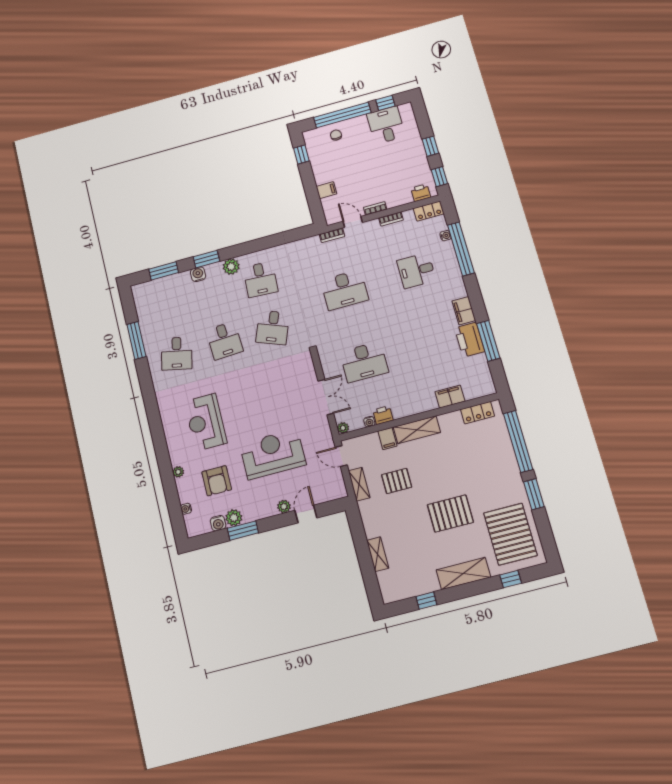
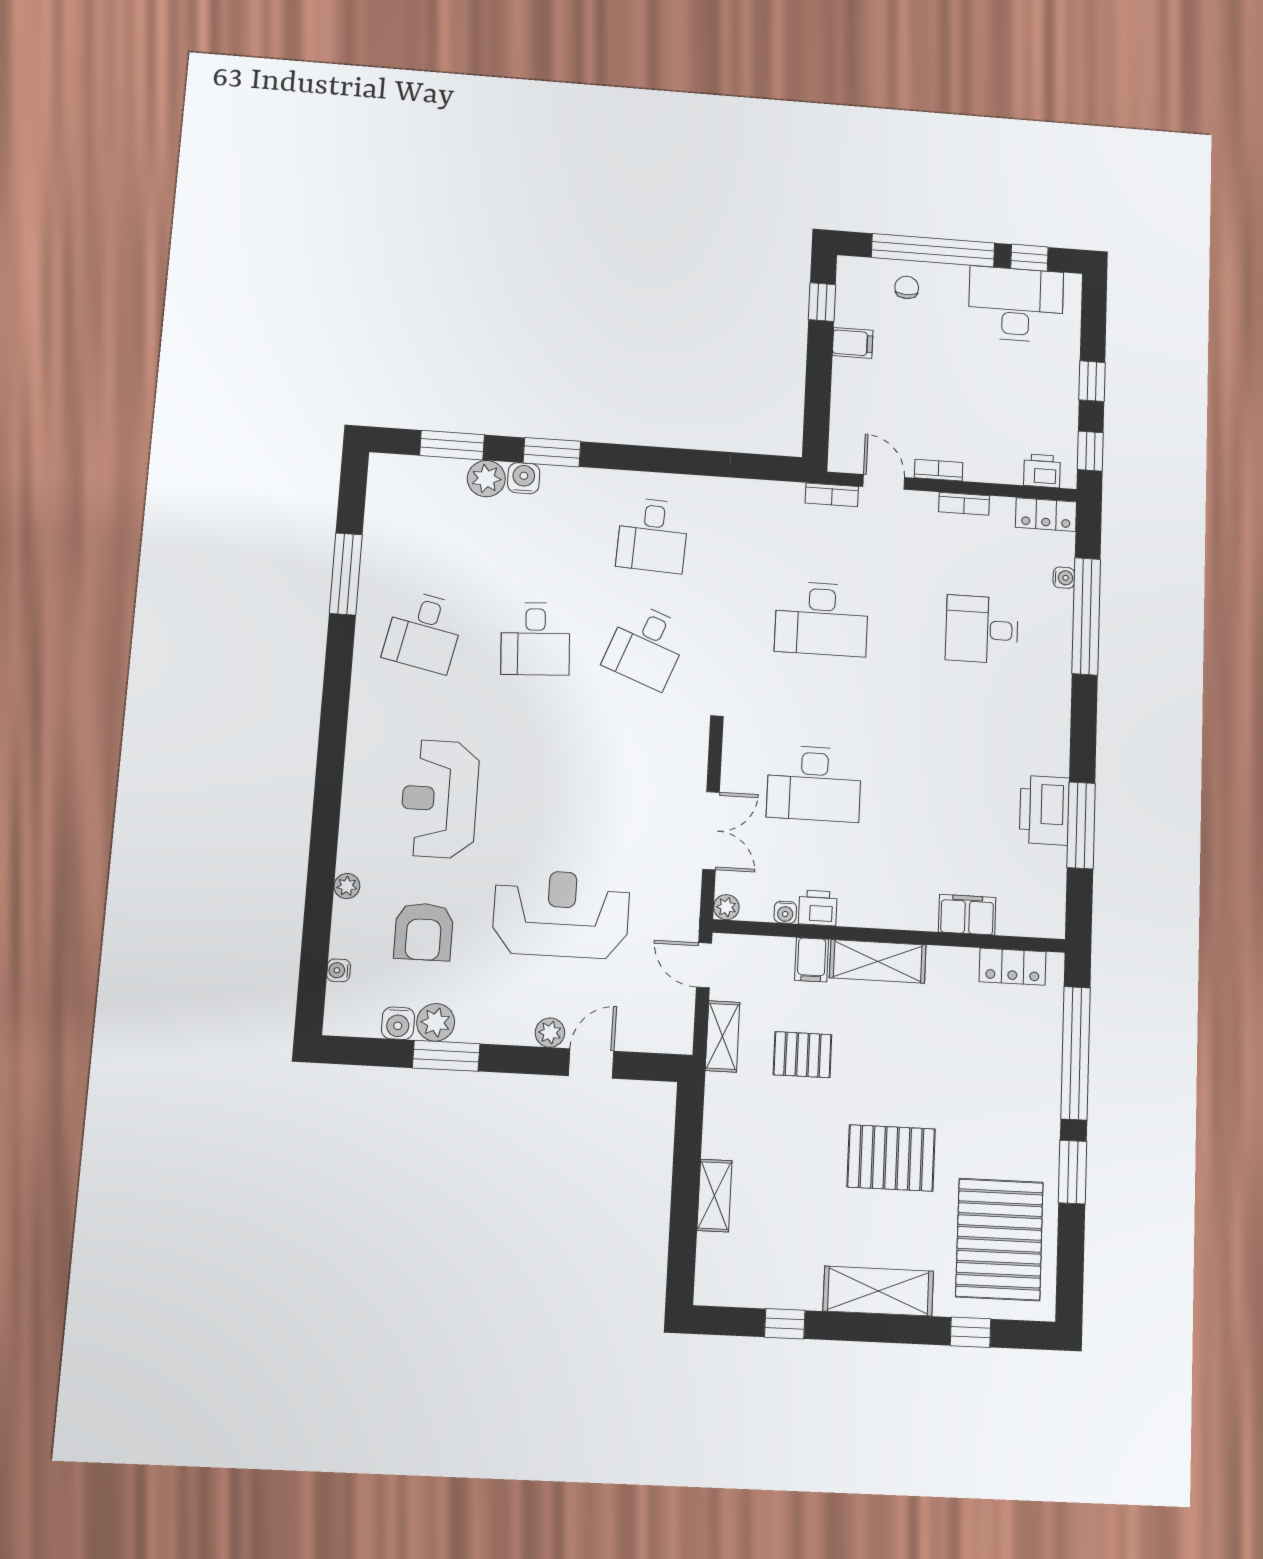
desk: (386, 125) -> (1016, 304), width x1.37
filing cabinet: (326, 190) -> (853, 343), moved
plant: (231, 267) -> (486, 479), moved
filing cabinet: (464, 311) -> (1052, 746), removed

